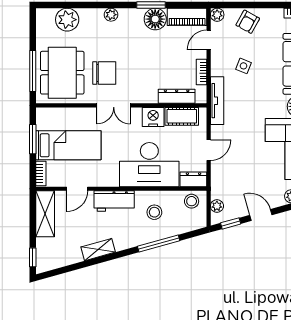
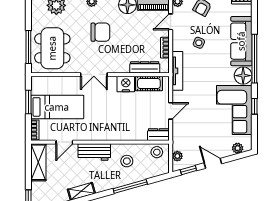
chair: (104, 73) -> (100, 32), moved
desk: (149, 165) -> (123, 123), removed

